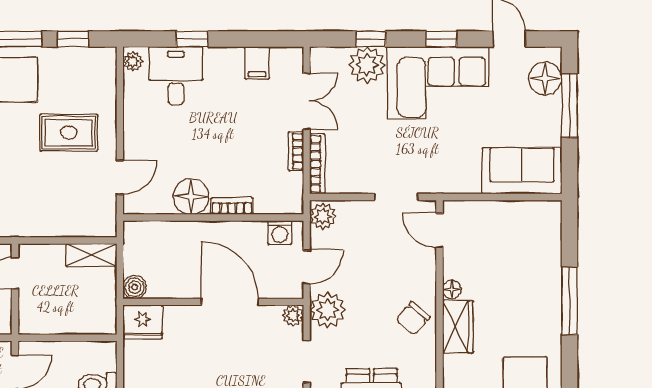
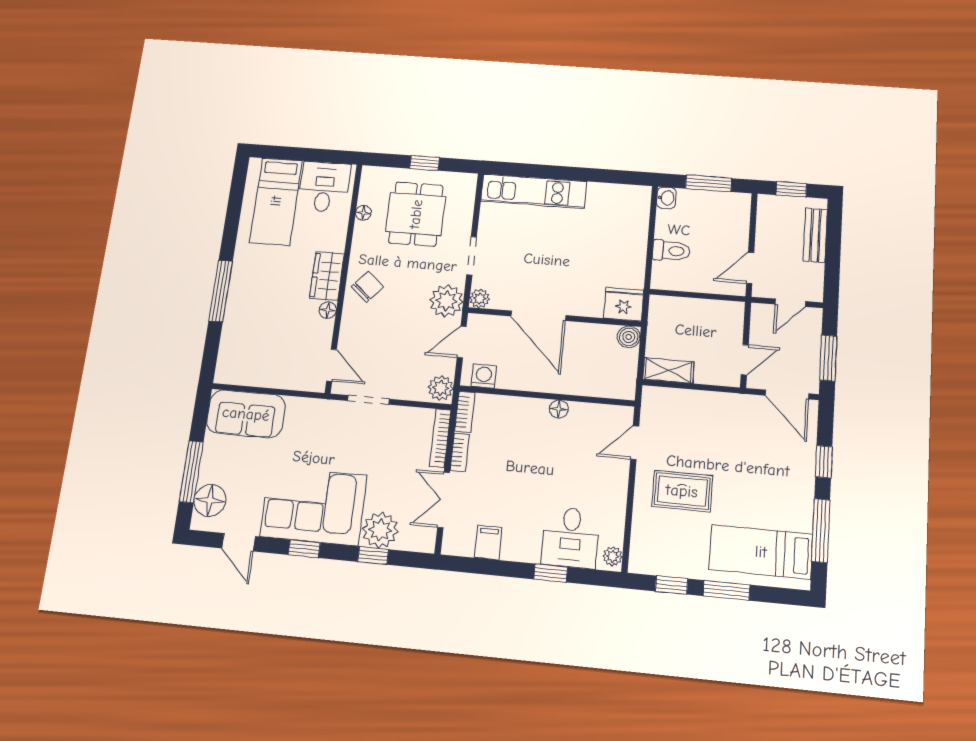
floor lamp: (191, 196) -> (559, 409), width x0.53, depth x0.53
bookcase: (232, 206) -> (465, 412), moved, turned -90

